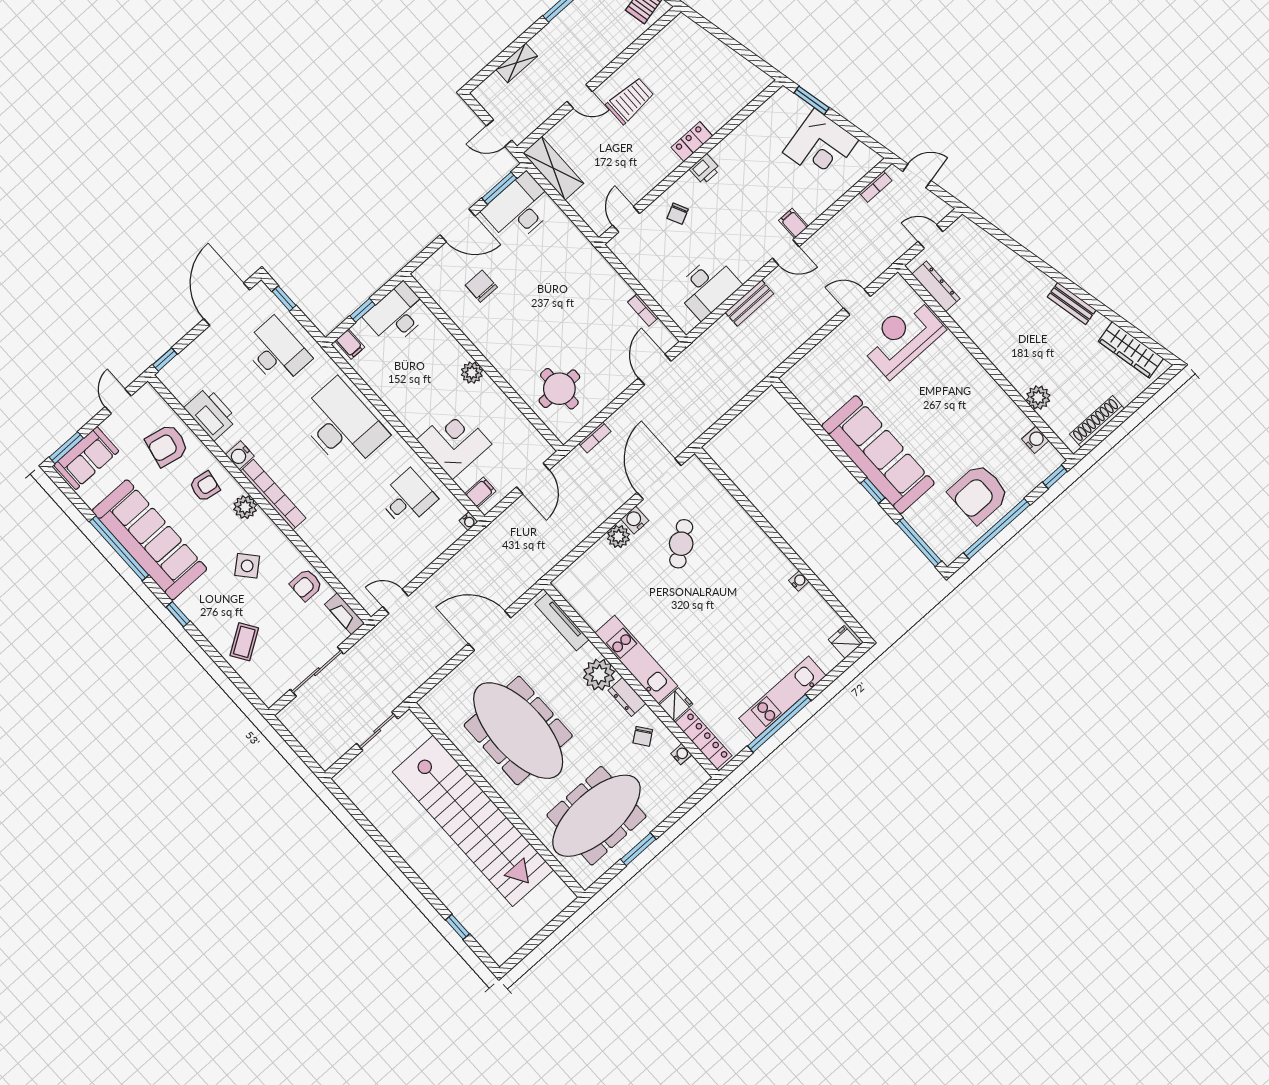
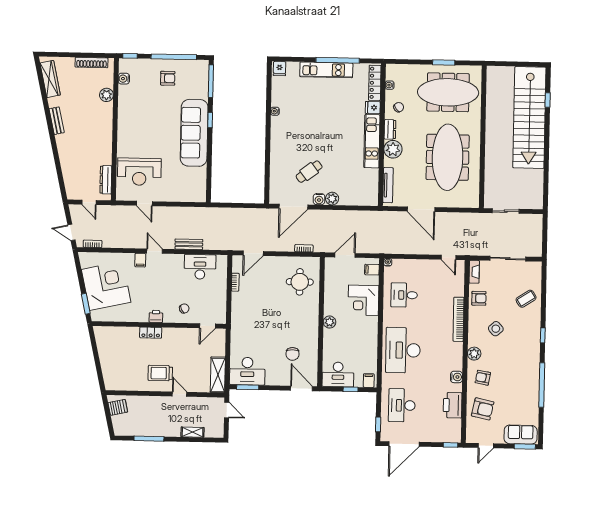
corner desk: (821, 146) -> (106, 286), width x1.36, depth x1.36
door: (458, 225) -> (301, 388), moved
armchair: (979, 494) -> (168, 78), width x0.53, depth x0.53
bookcase: (273, 495) -> (459, 319), moved
sofa: (149, 540) -> (526, 377), removed
stairs: (473, 821) -> (529, 117), moved, turned 180

